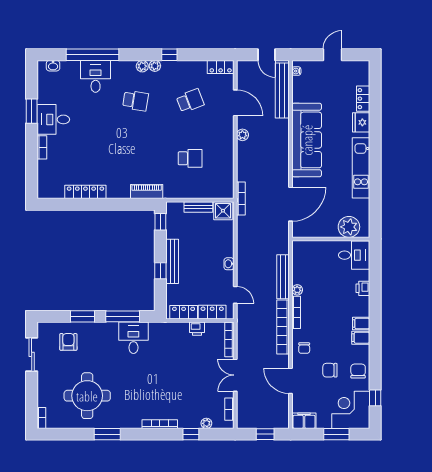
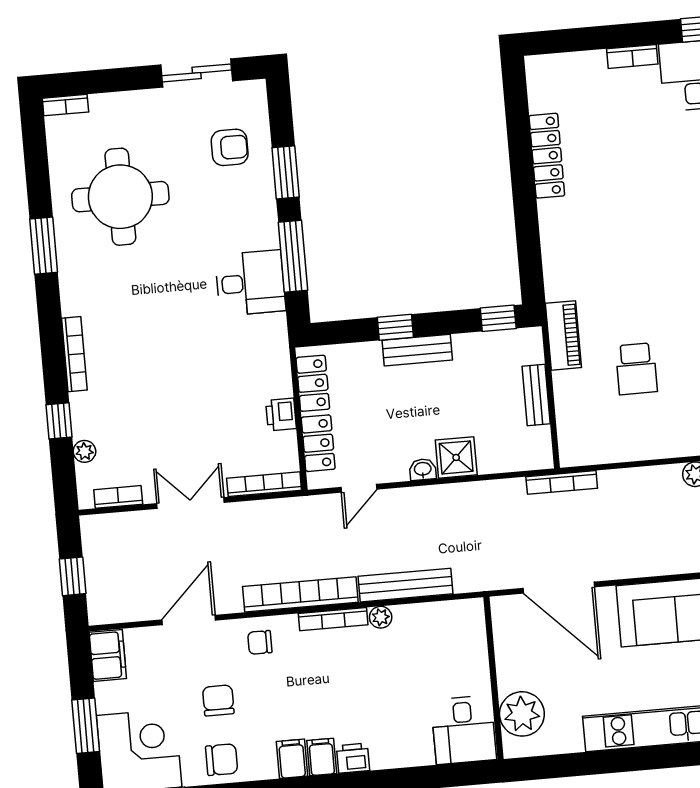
piano: (147, 192) -> (563, 335), moved
shower: (223, 211) -> (456, 457), moved
bench: (172, 261) -> (417, 350), width x0.73
printer: (363, 288) -> (353, 758), moved

